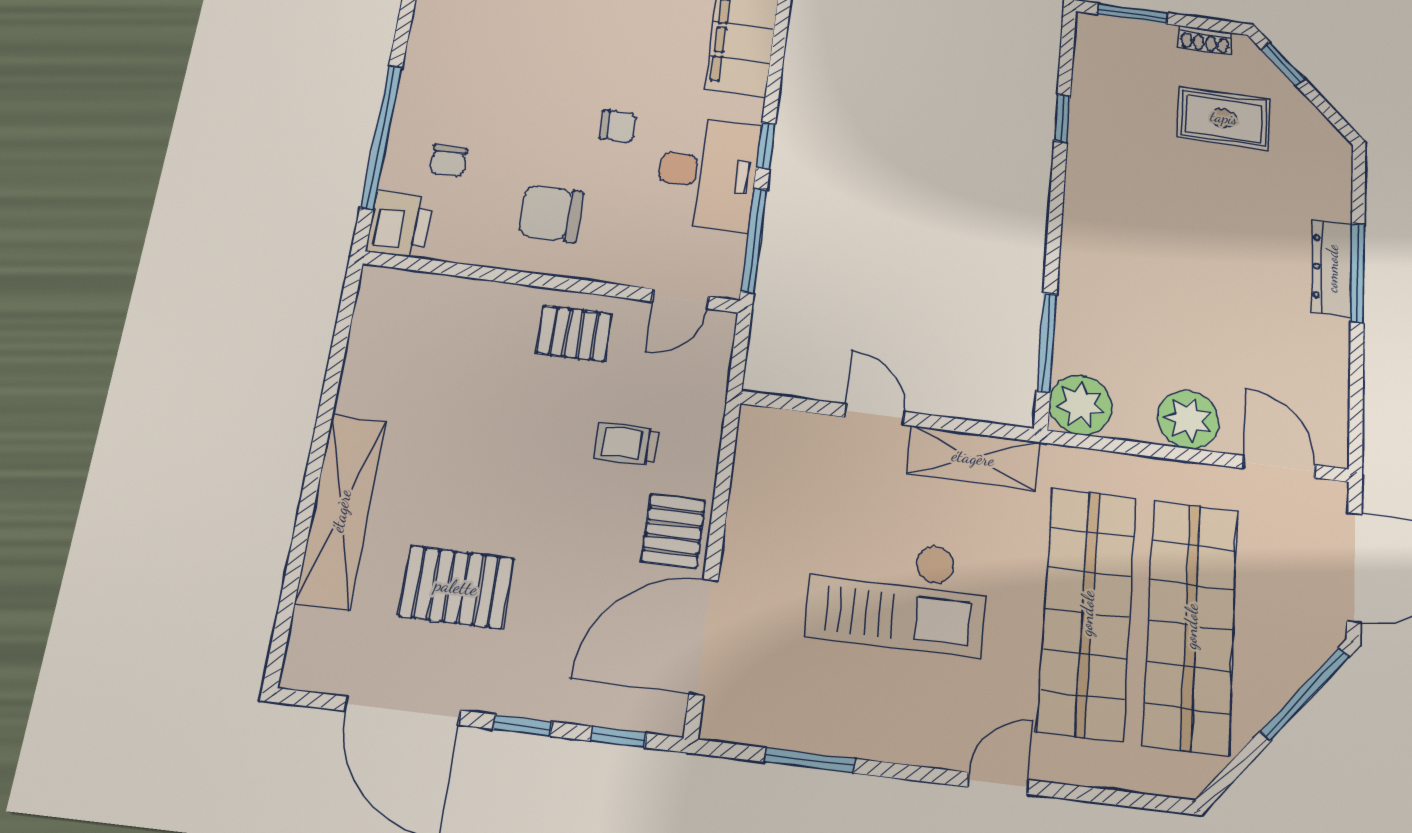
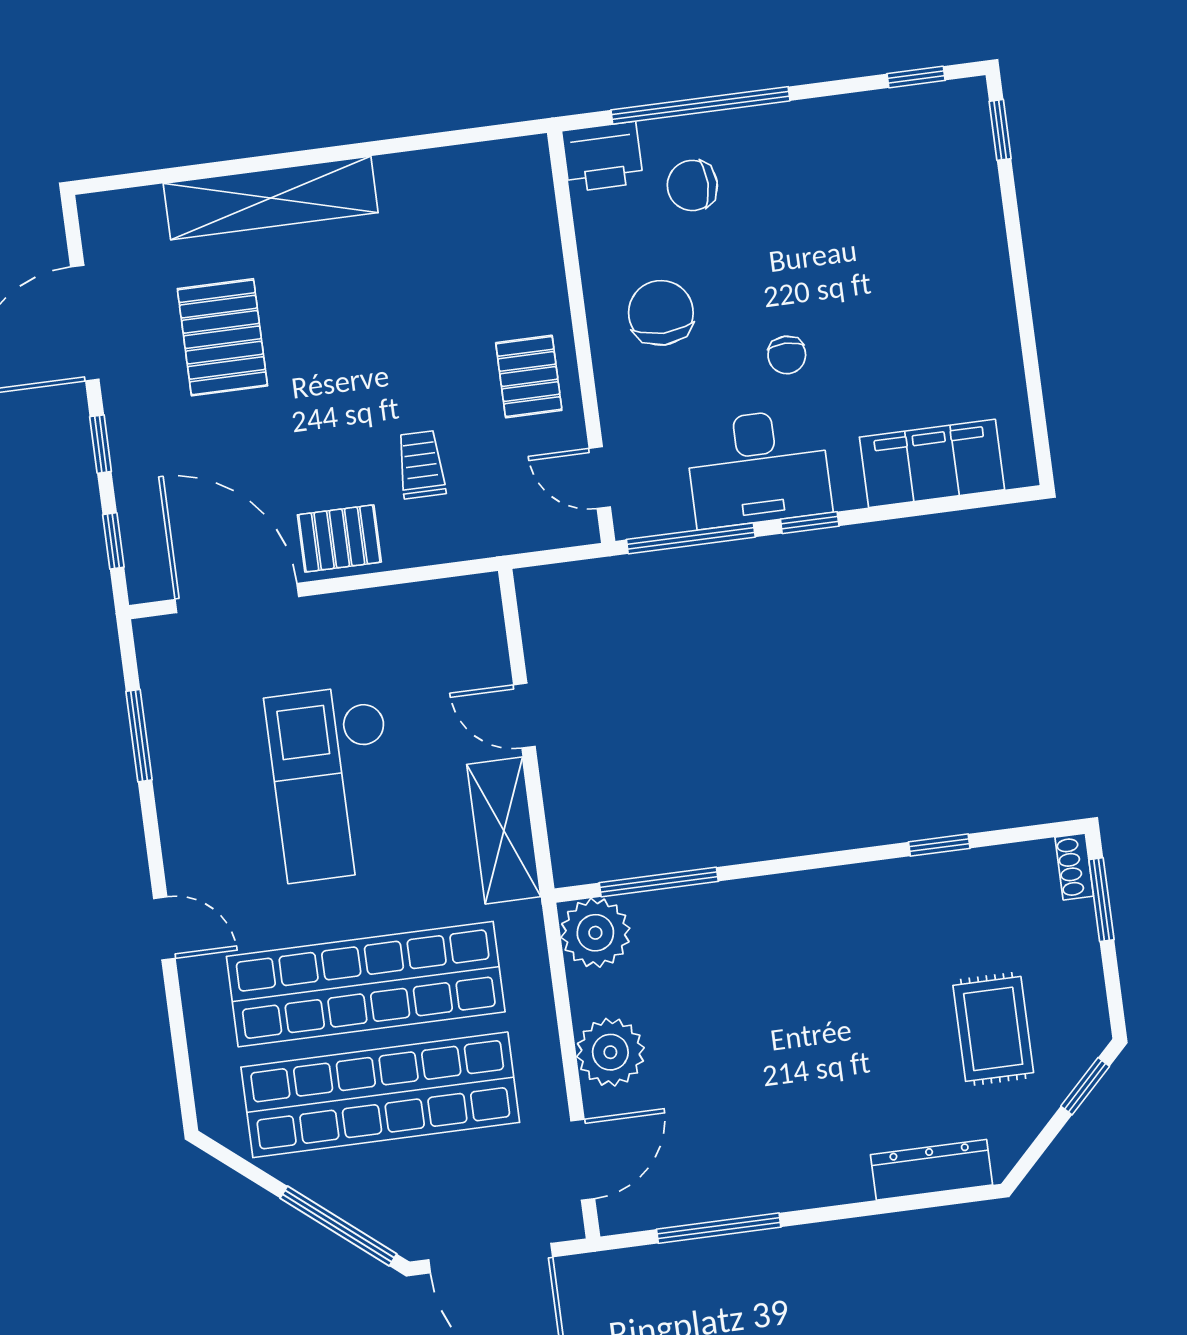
shoe rack: (1205, 40) -> (1074, 867), moved
chair: (448, 161) -> (692, 185), width x1.37, depth x1.37
dresser: (1332, 268) -> (931, 1170), moved
window: (1358, 273) -> (719, 1228), moved
door: (875, 414) -> (524, 716), swing flipped

